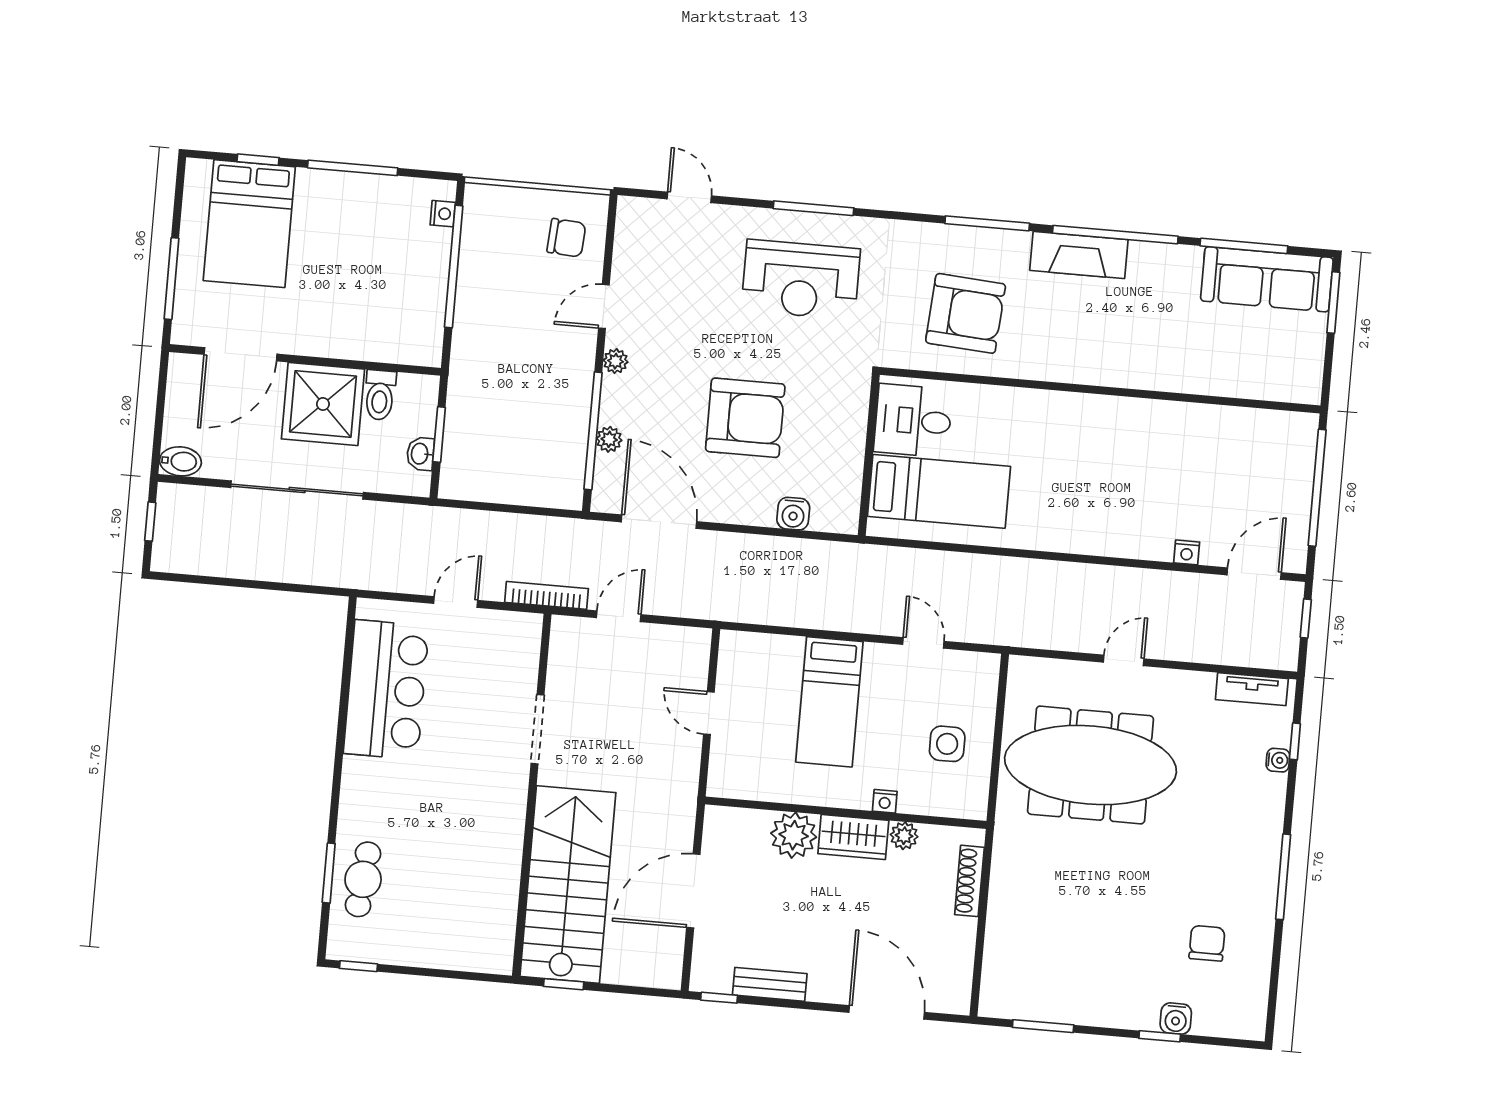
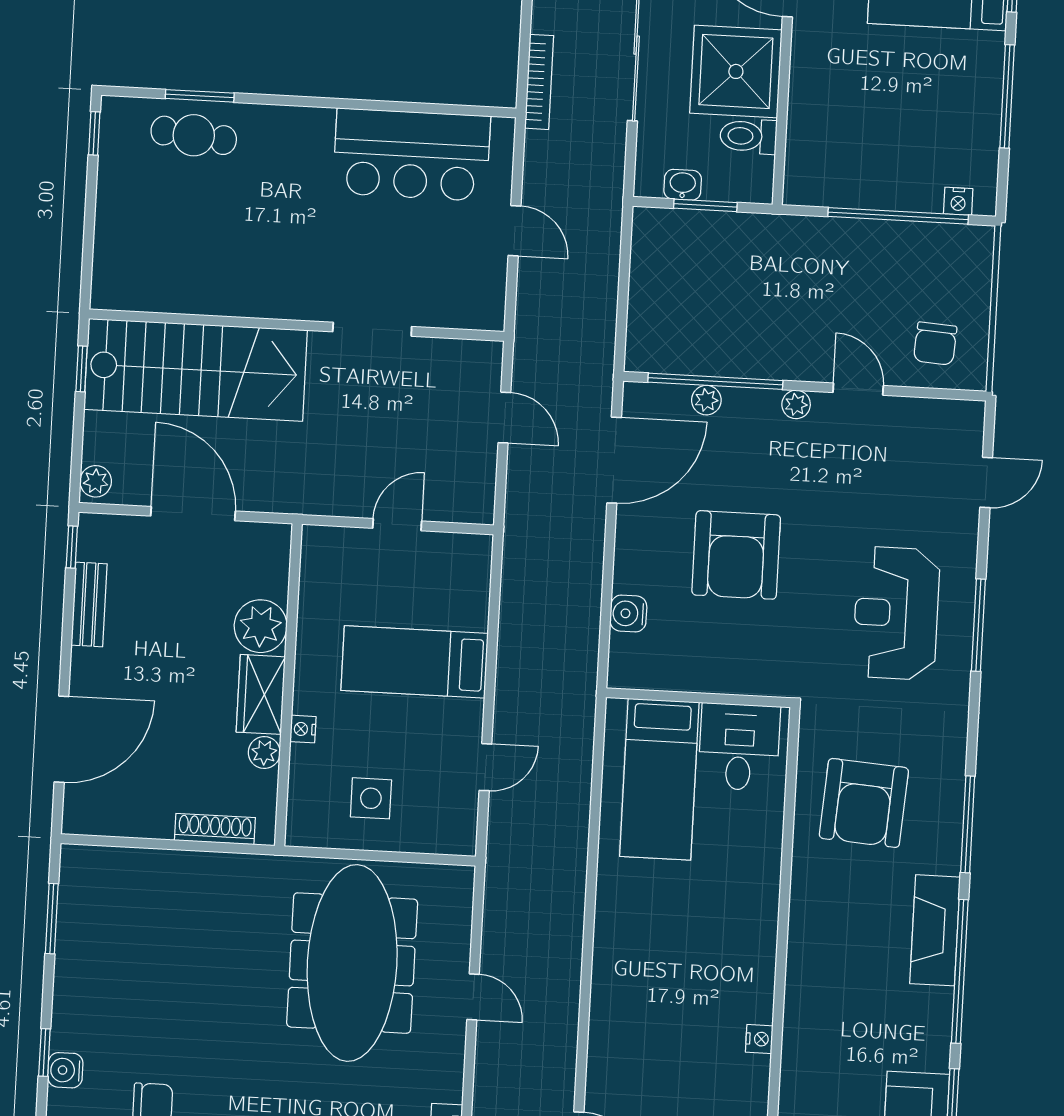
nightstand: (1187, 552) -> (759, 1039), moved, turned 180
bookcase: (547, 595) -> (539, 82), moved
plant: (662, 975) -> (96, 481), added

